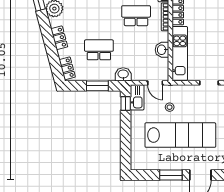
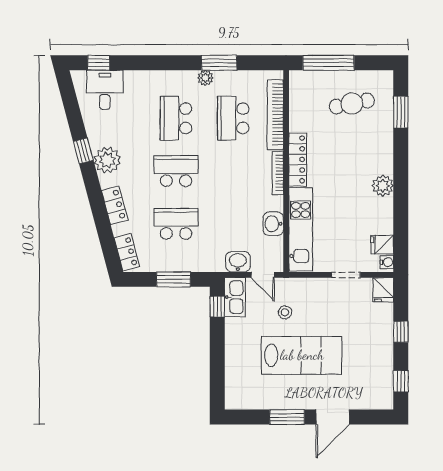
school desk: (136, 16) -> (176, 171), moved
washbasin: (123, 74) -> (238, 262), moved
lab bench: (180, 135) -> (302, 355), width x0.73

